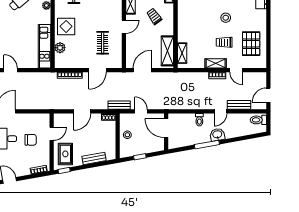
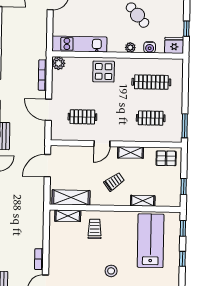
door: (124, 27) -> (102, 144), hinge flipped
trolley: (224, 42) -> (95, 229), moved
plant: (60, 48) -> (58, 63), moved
shelving: (216, 63) -> (54, 257), removed
door: (142, 70) -> (47, 166), swing flipped

